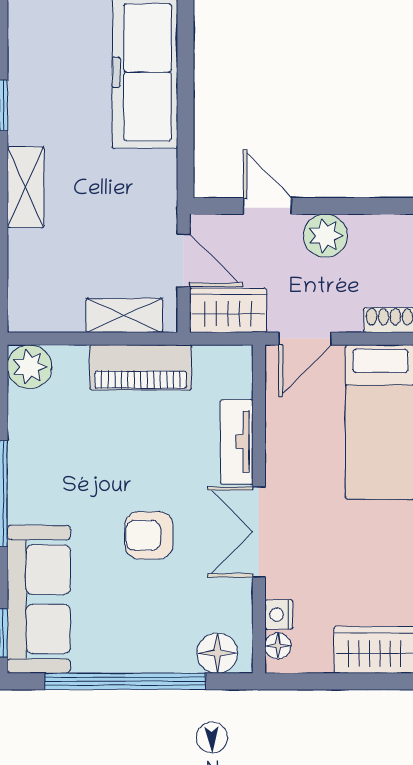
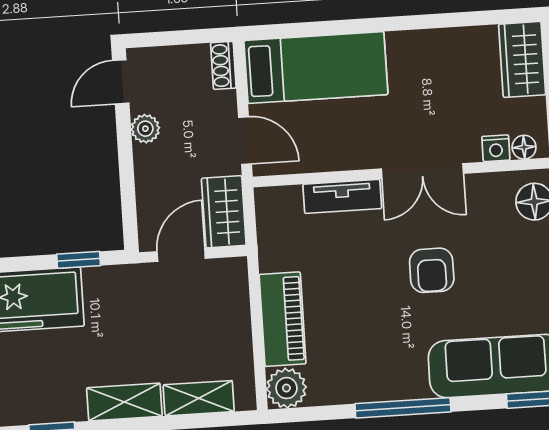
window: (186, 147) -> (79, 260), added
door: (267, 206) -> (121, 82), moved
plant: (325, 236) -> (145, 129), width x0.73, depth x0.73
shelving: (124, 315) -> (199, 398), moved, turned 90
piano: (141, 367) -> (283, 319), moved

